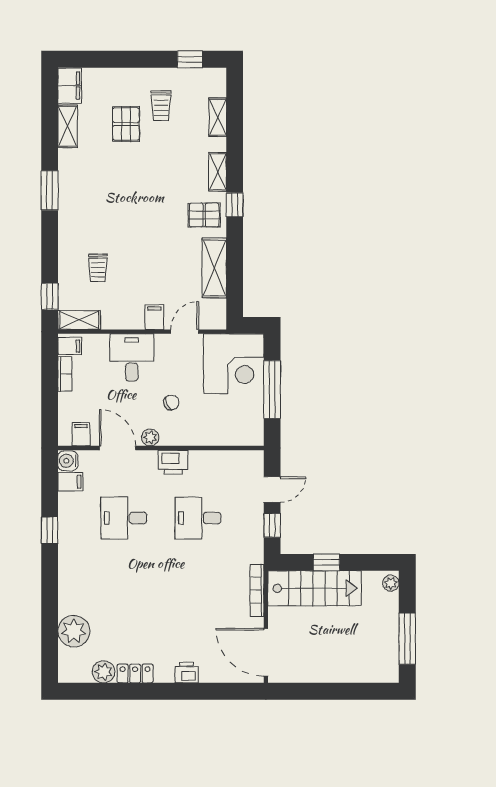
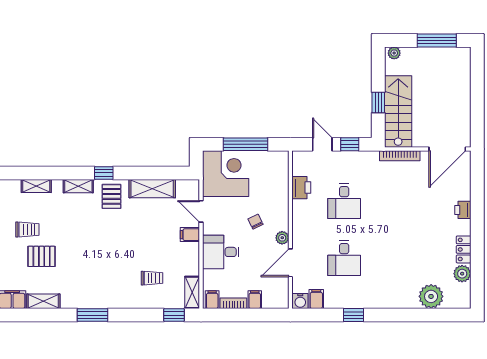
filing cabinet: (81, 434) -> (255, 300), moved, turned 90
printer: (173, 462) -> (301, 188), moved

